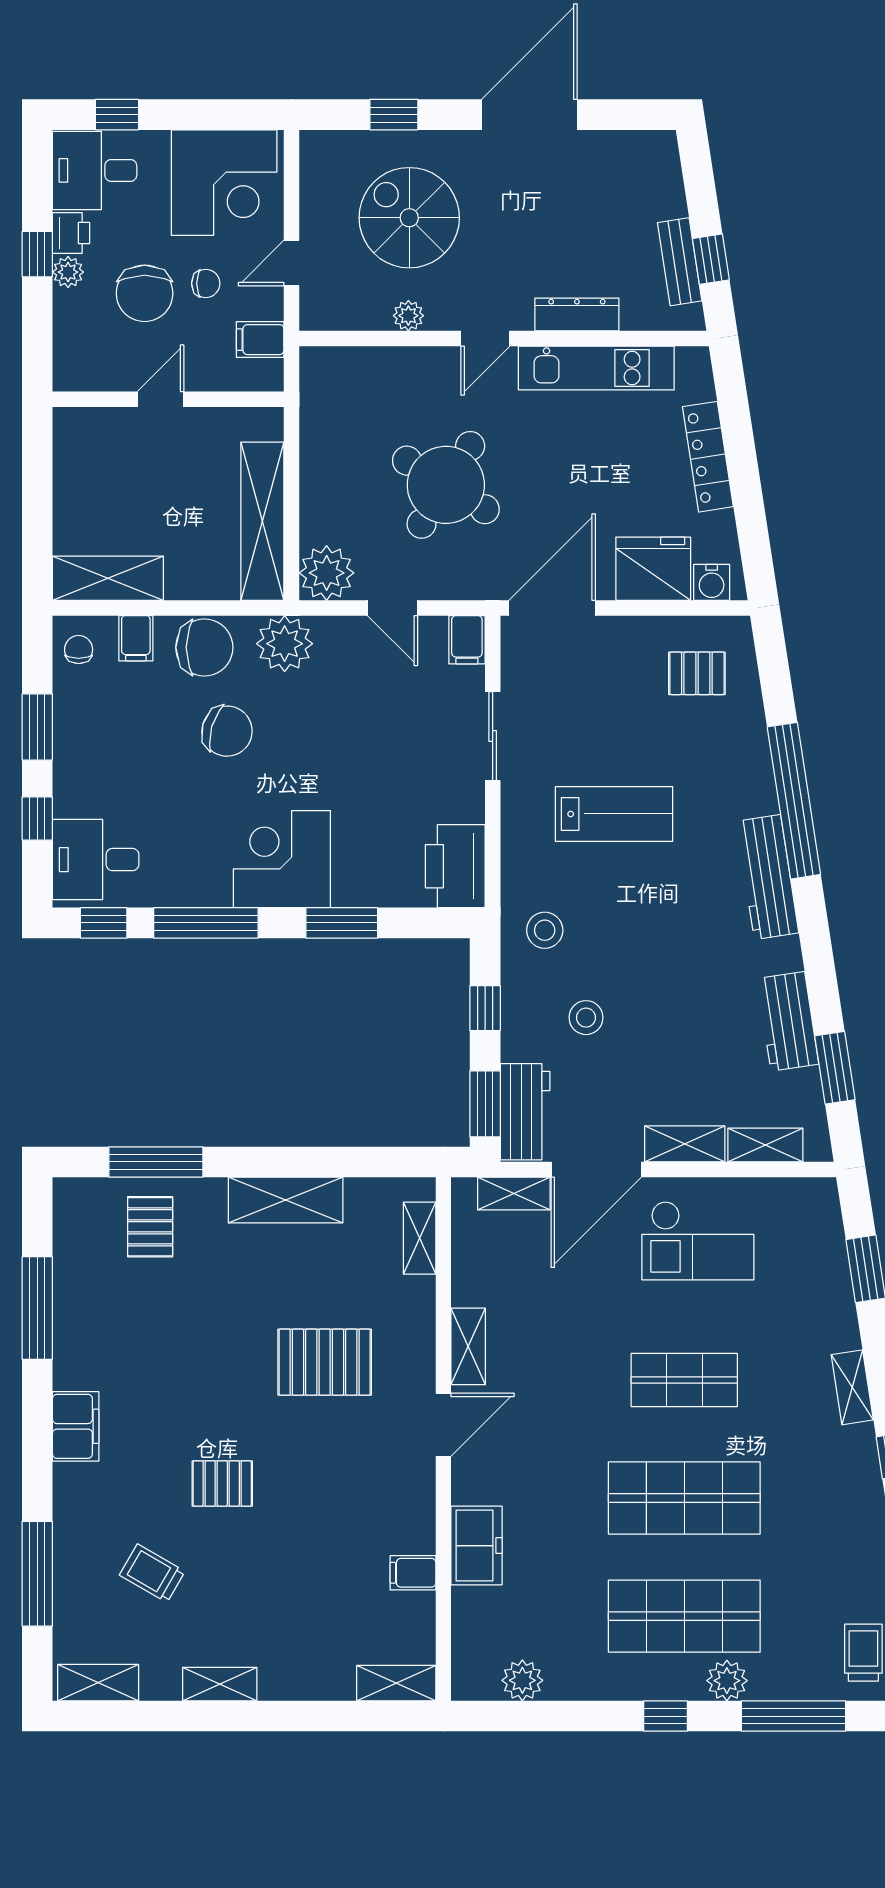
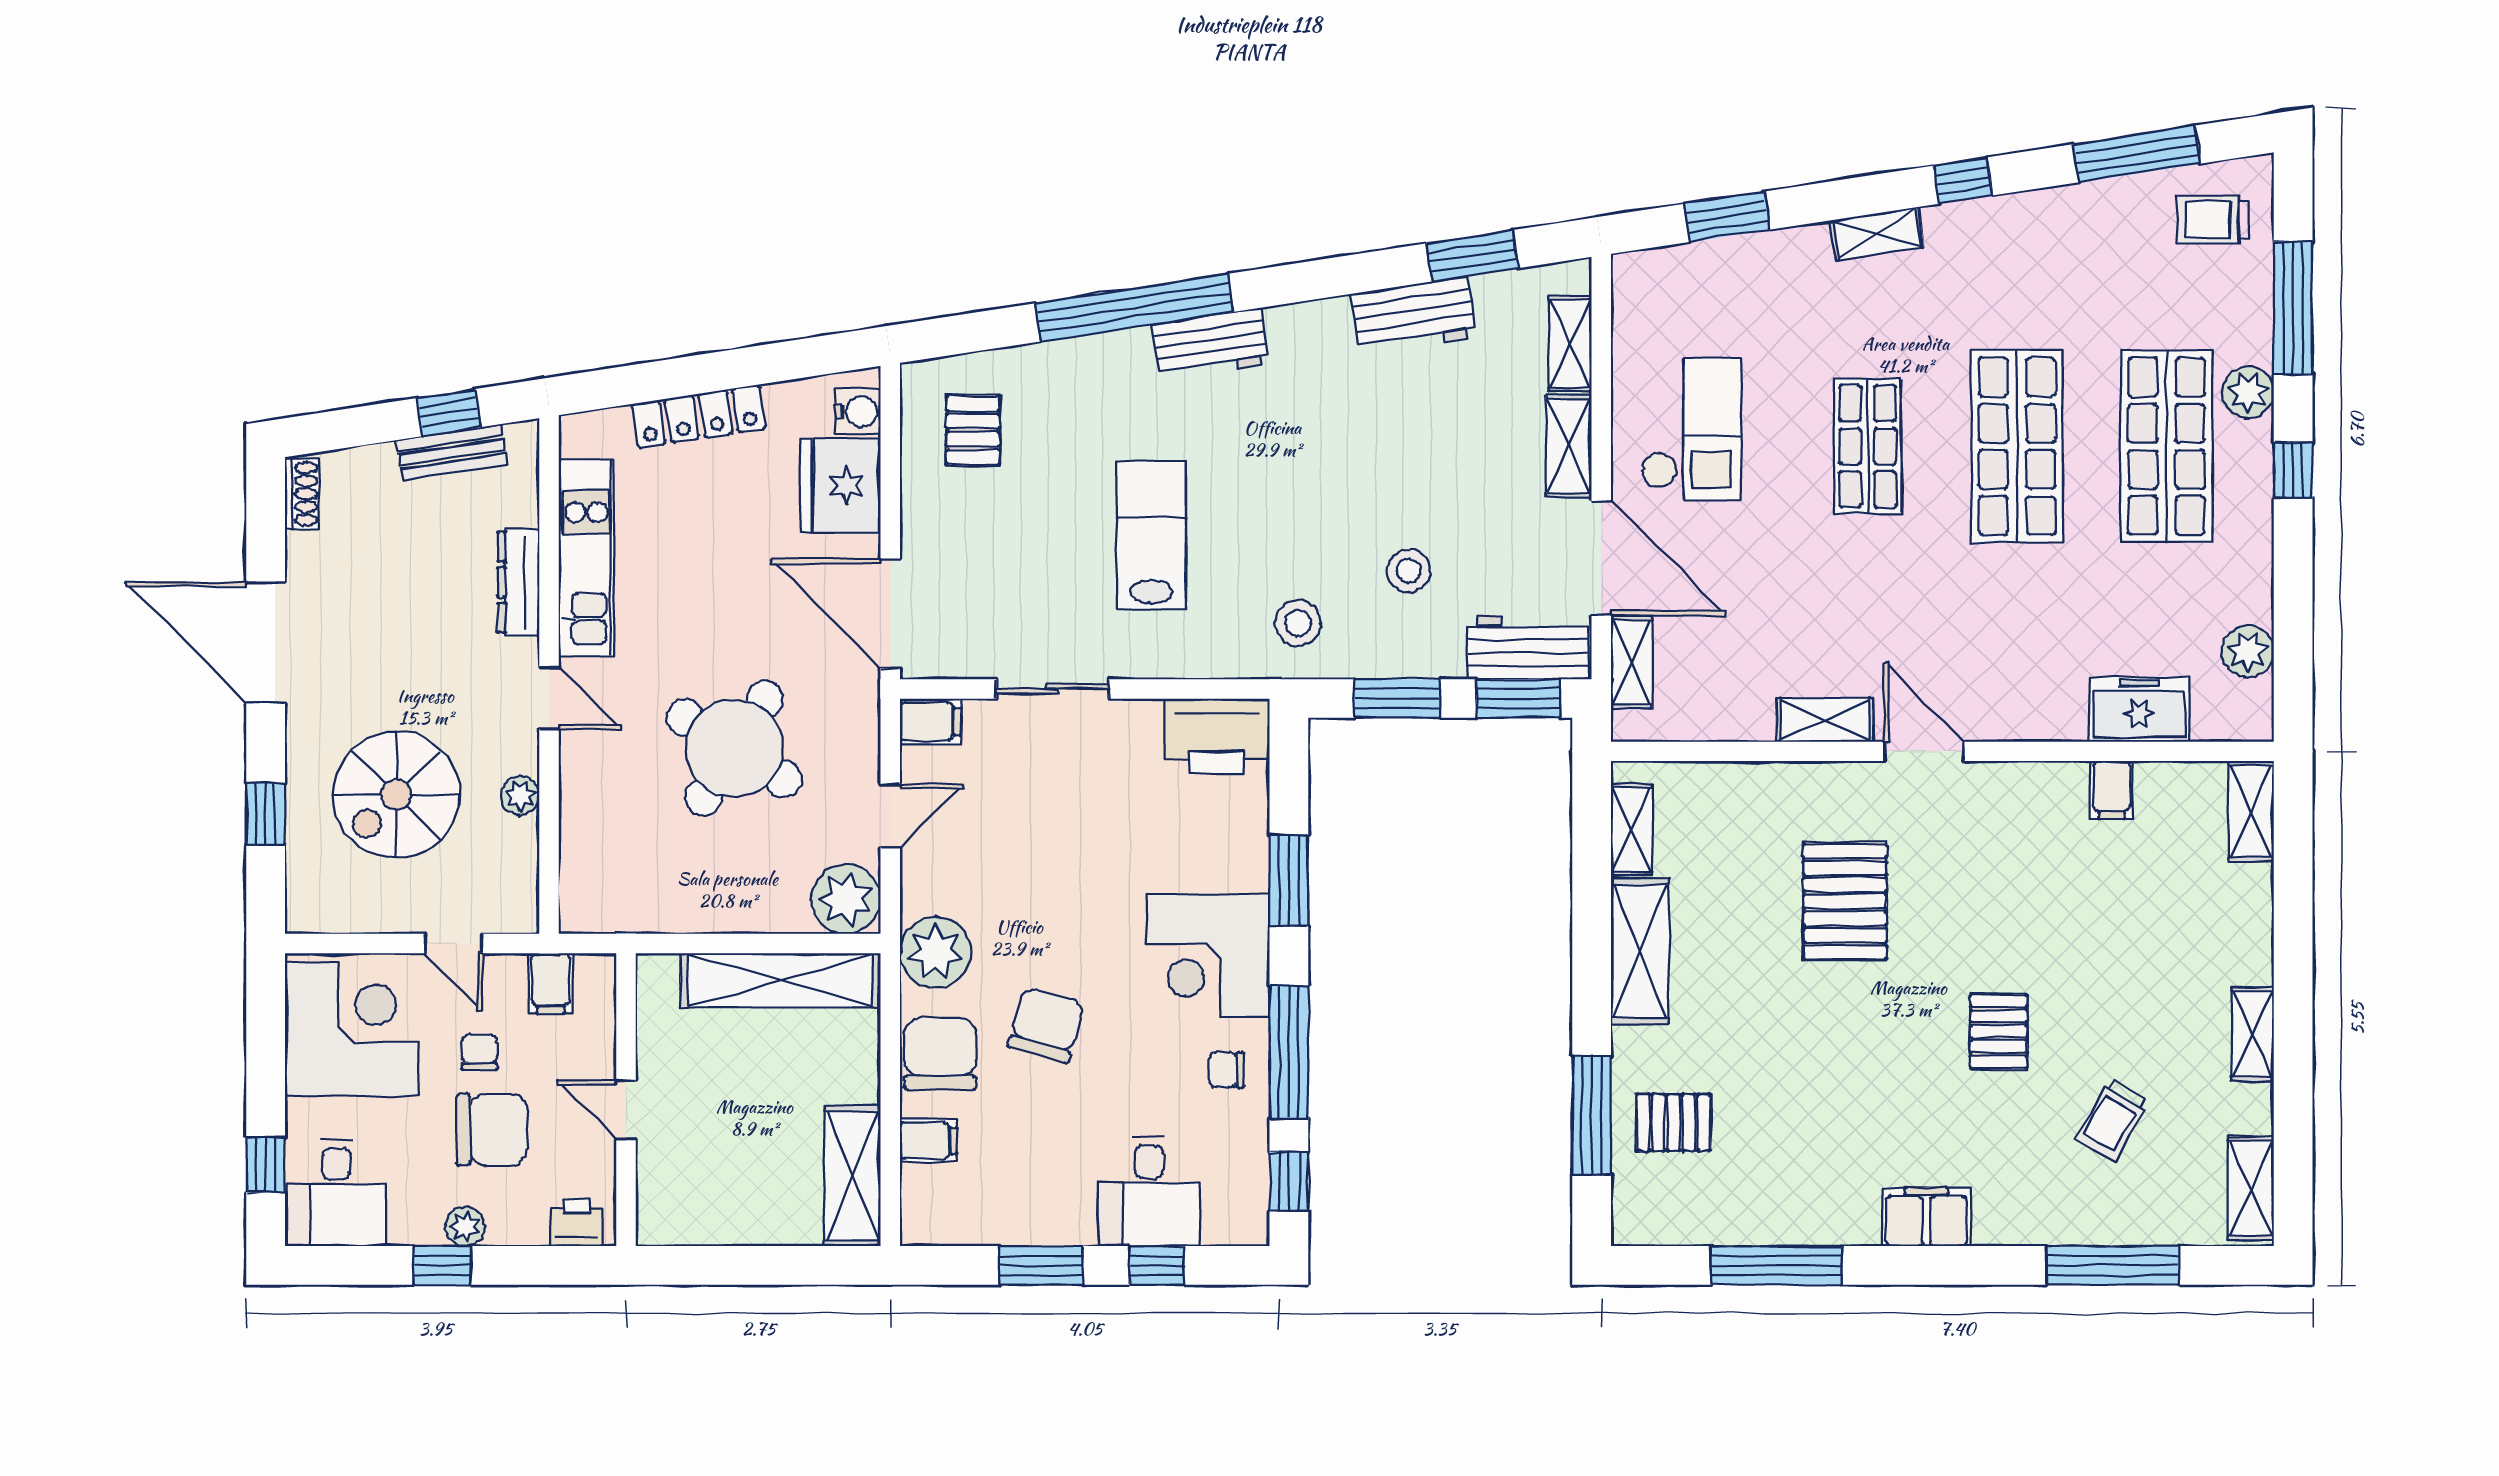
shoe rack: (647, 143) -> (302, 494), added
printer: (71, 233) -> (576, 1223), moved
chair: (79, 649) -> (1226, 1070), moved
desk: (96, 860) -> (1149, 1192), moved
workbench: (767, 877) -> (1210, 344), width x0.73
window: (485, 1008) -> (1397, 699), width x1.50
shelving: (420, 1238) -> (1631, 829), moved, turned 90
freezer: (477, 1546) -> (2139, 709), moved

